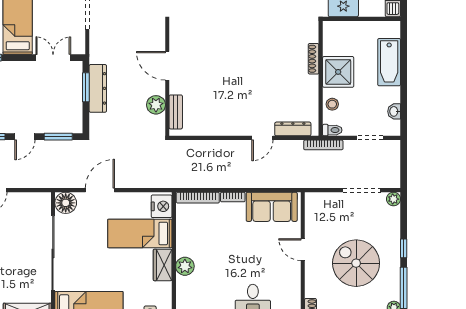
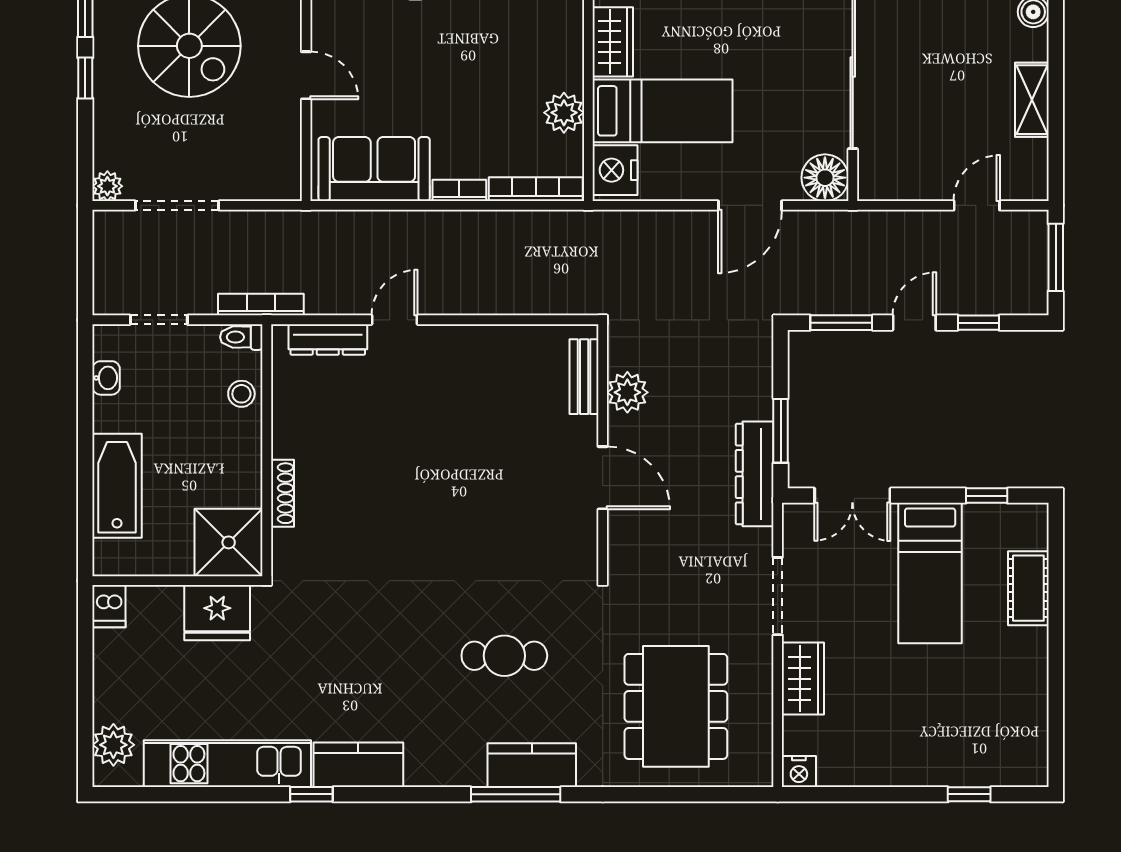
shower: (338, 72) -> (229, 542), moved
dresser: (98, 88) -> (755, 474), moved
plant: (185, 266) -> (564, 113), moved

